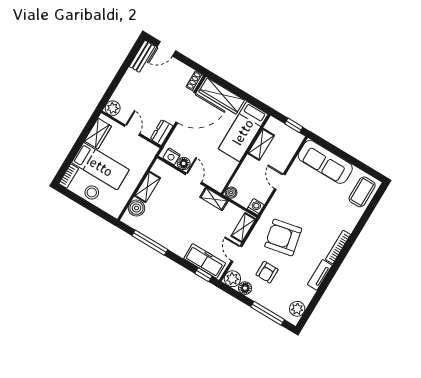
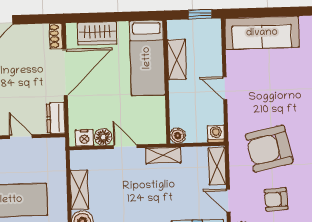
wardrobe: (222, 96) -> (97, 33), width x0.67
armchair: (267, 272) -> (276, 199), turned 87

